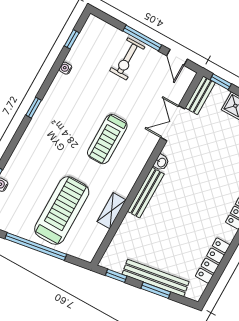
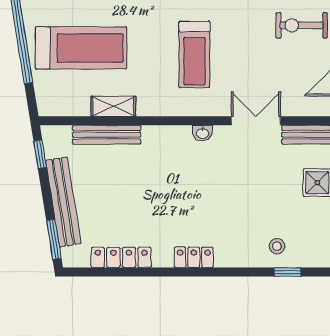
treadmill: (107, 139) -> (194, 55), turned -90
bench: (146, 193) -> (107, 135), moved
window: (156, 290) -> (54, 239), moved

